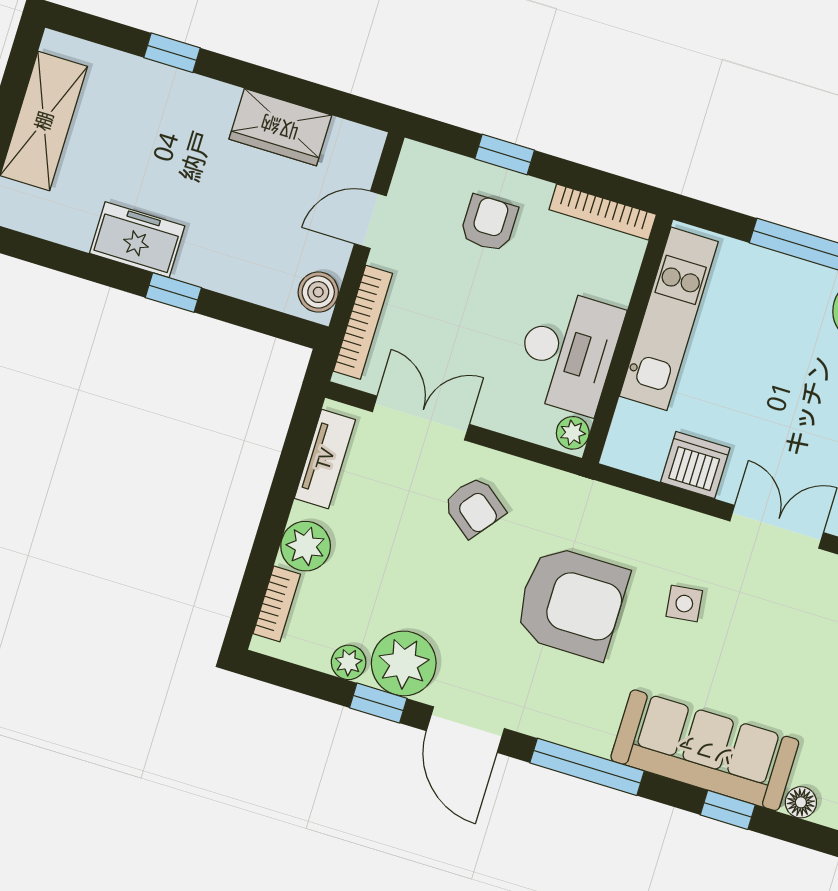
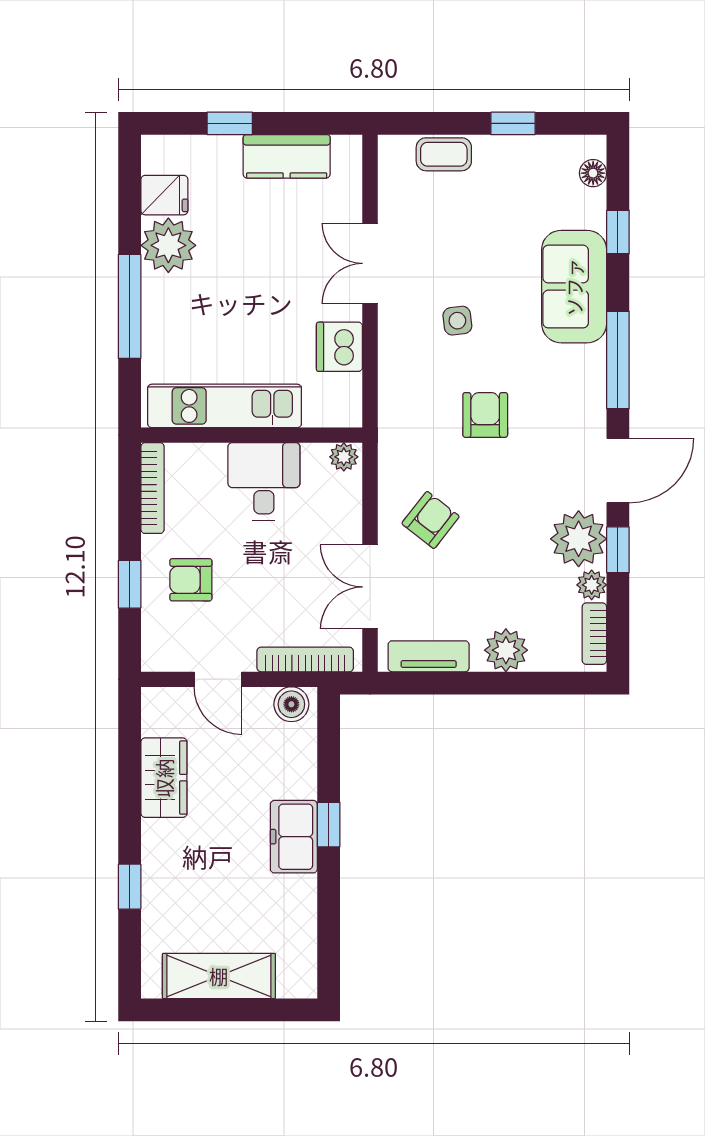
freezer: (137, 240) -> (294, 837), moved
desk: (568, 351) -> (264, 481), width x0.73
armchair: (571, 602) -> (485, 415), width x0.53, depth x0.53
bookcase: (277, 604) -> (594, 634), moved, turned -90
sofa: (705, 750) -> (574, 287), width x0.73

